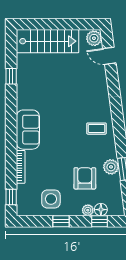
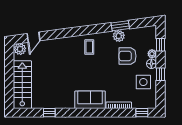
floor lamp: (101, 210) -> (151, 64), moved

